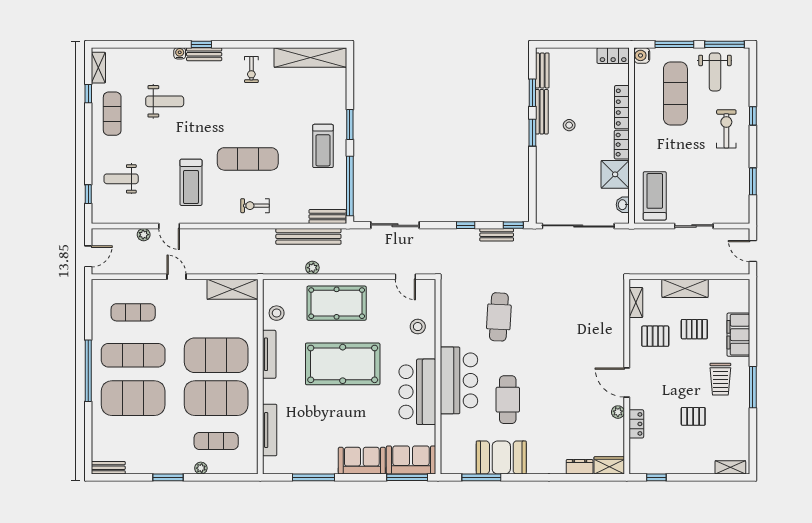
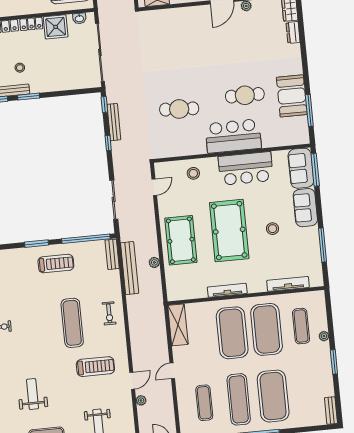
bench: (497, 235) -> (114, 122), width x1.36
stool: (277, 313) -> (272, 229), moved

